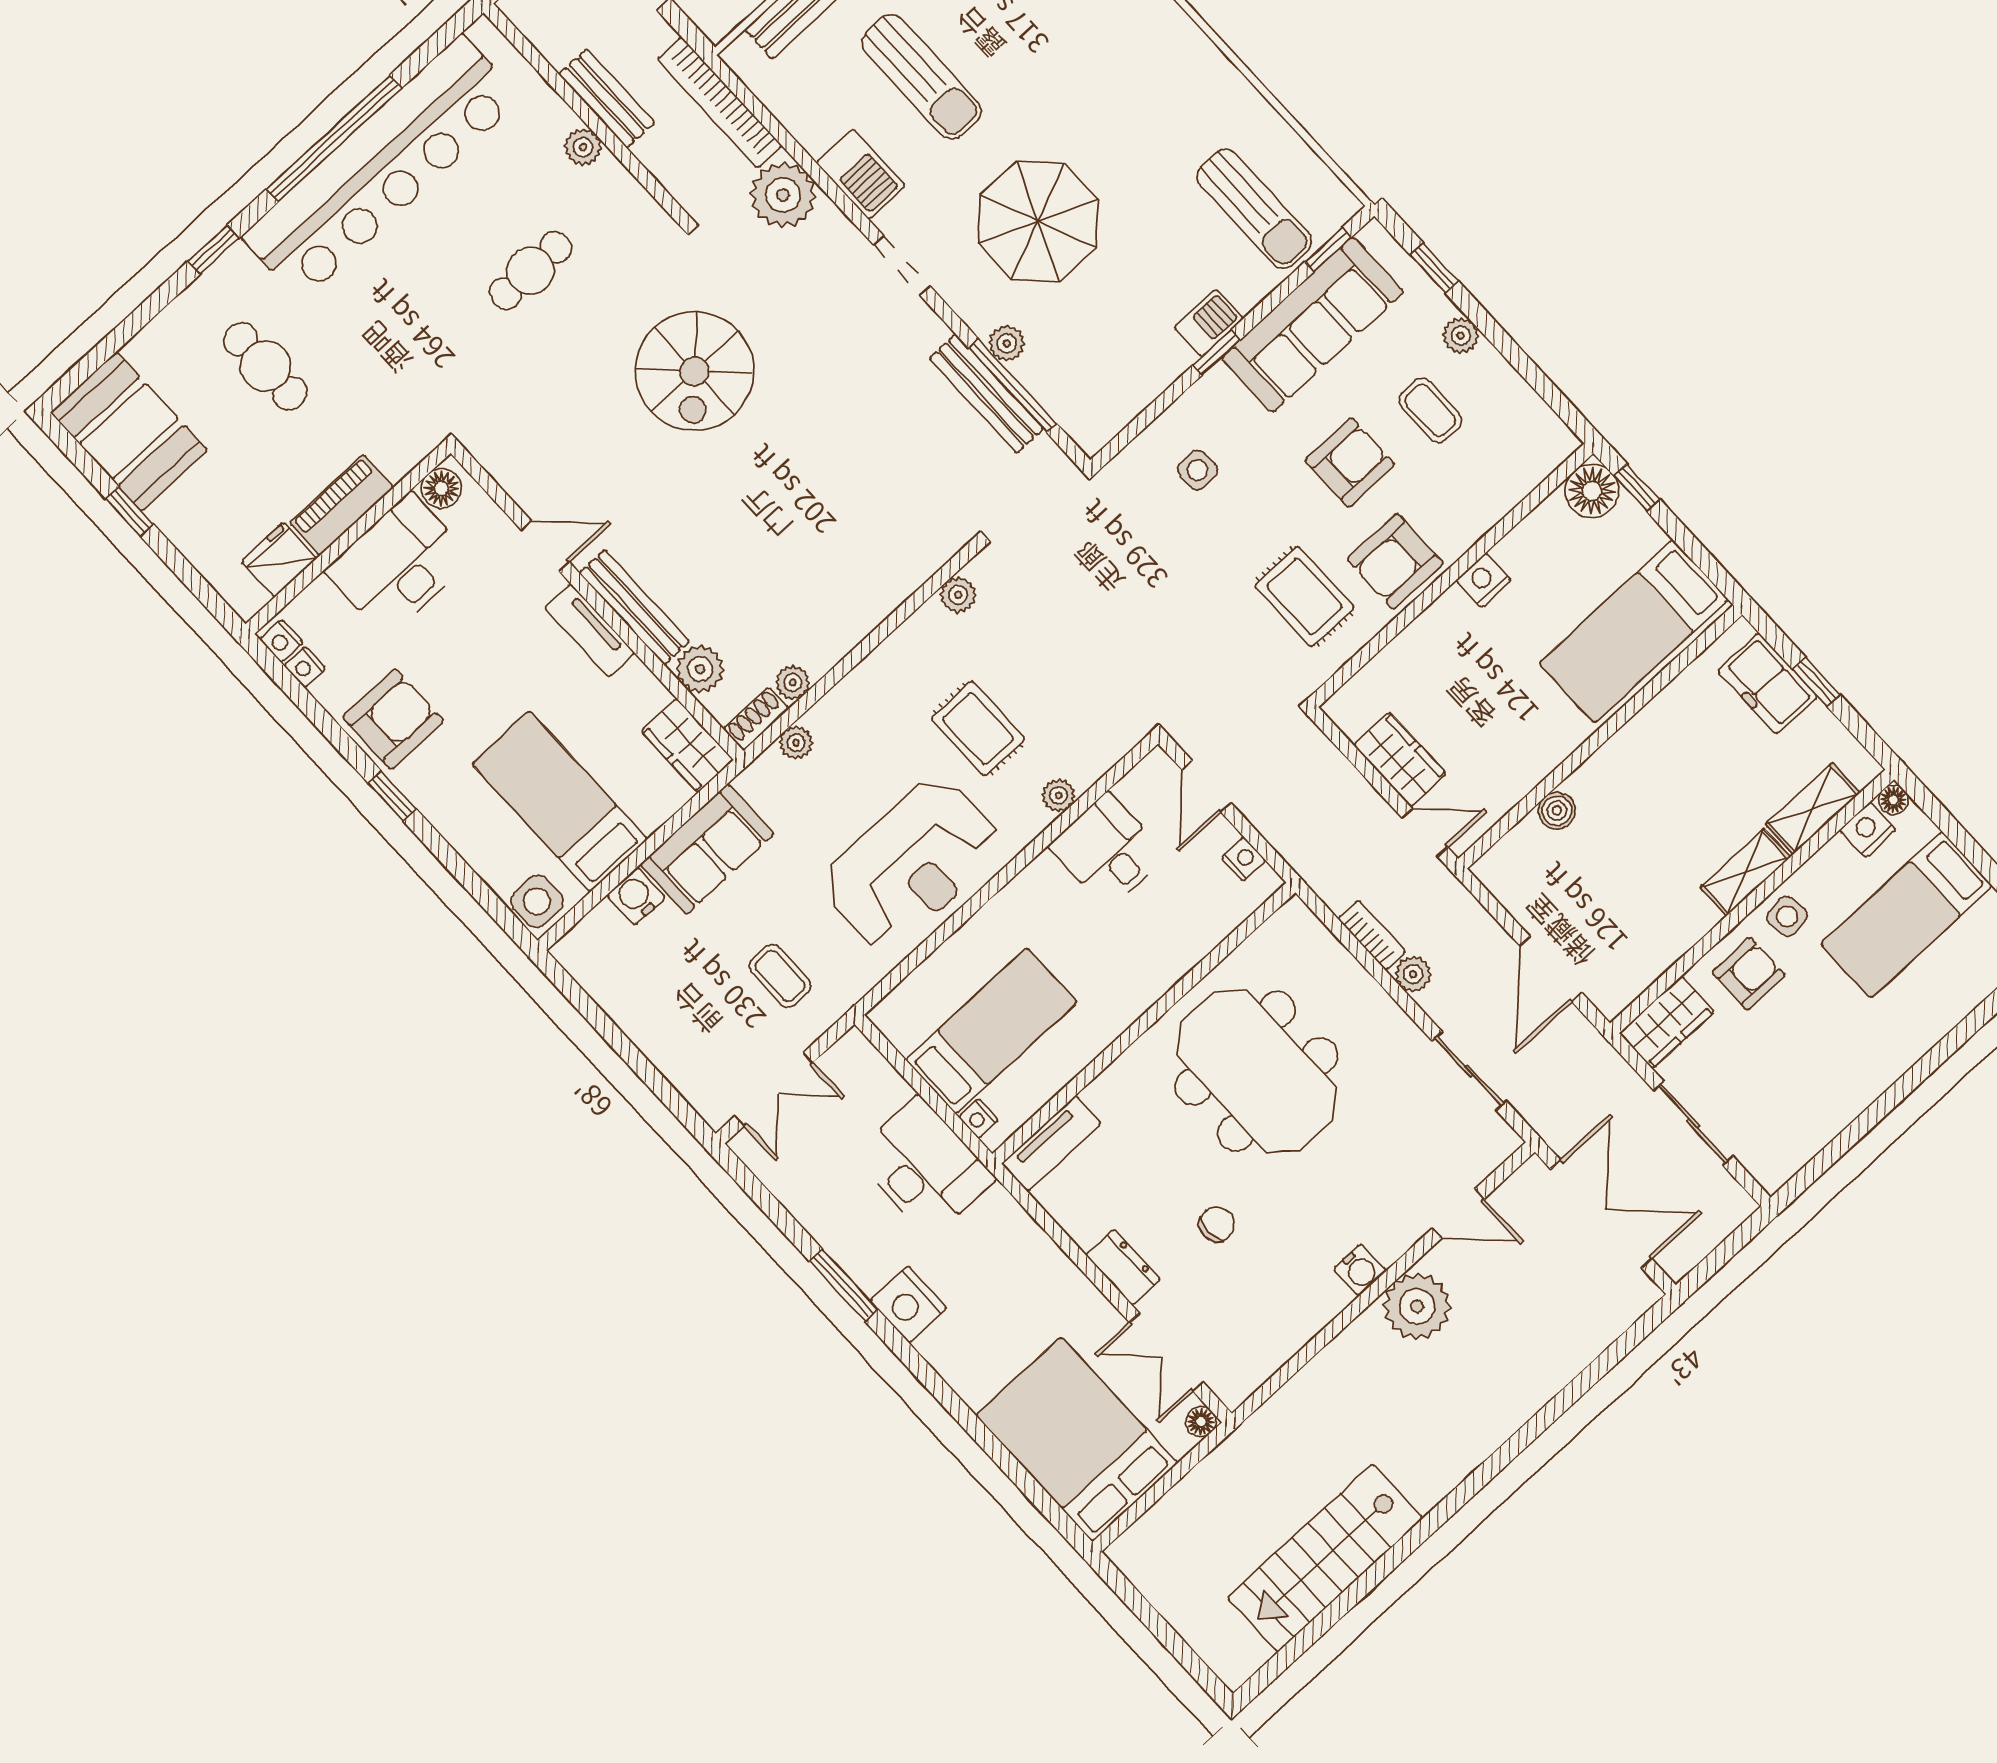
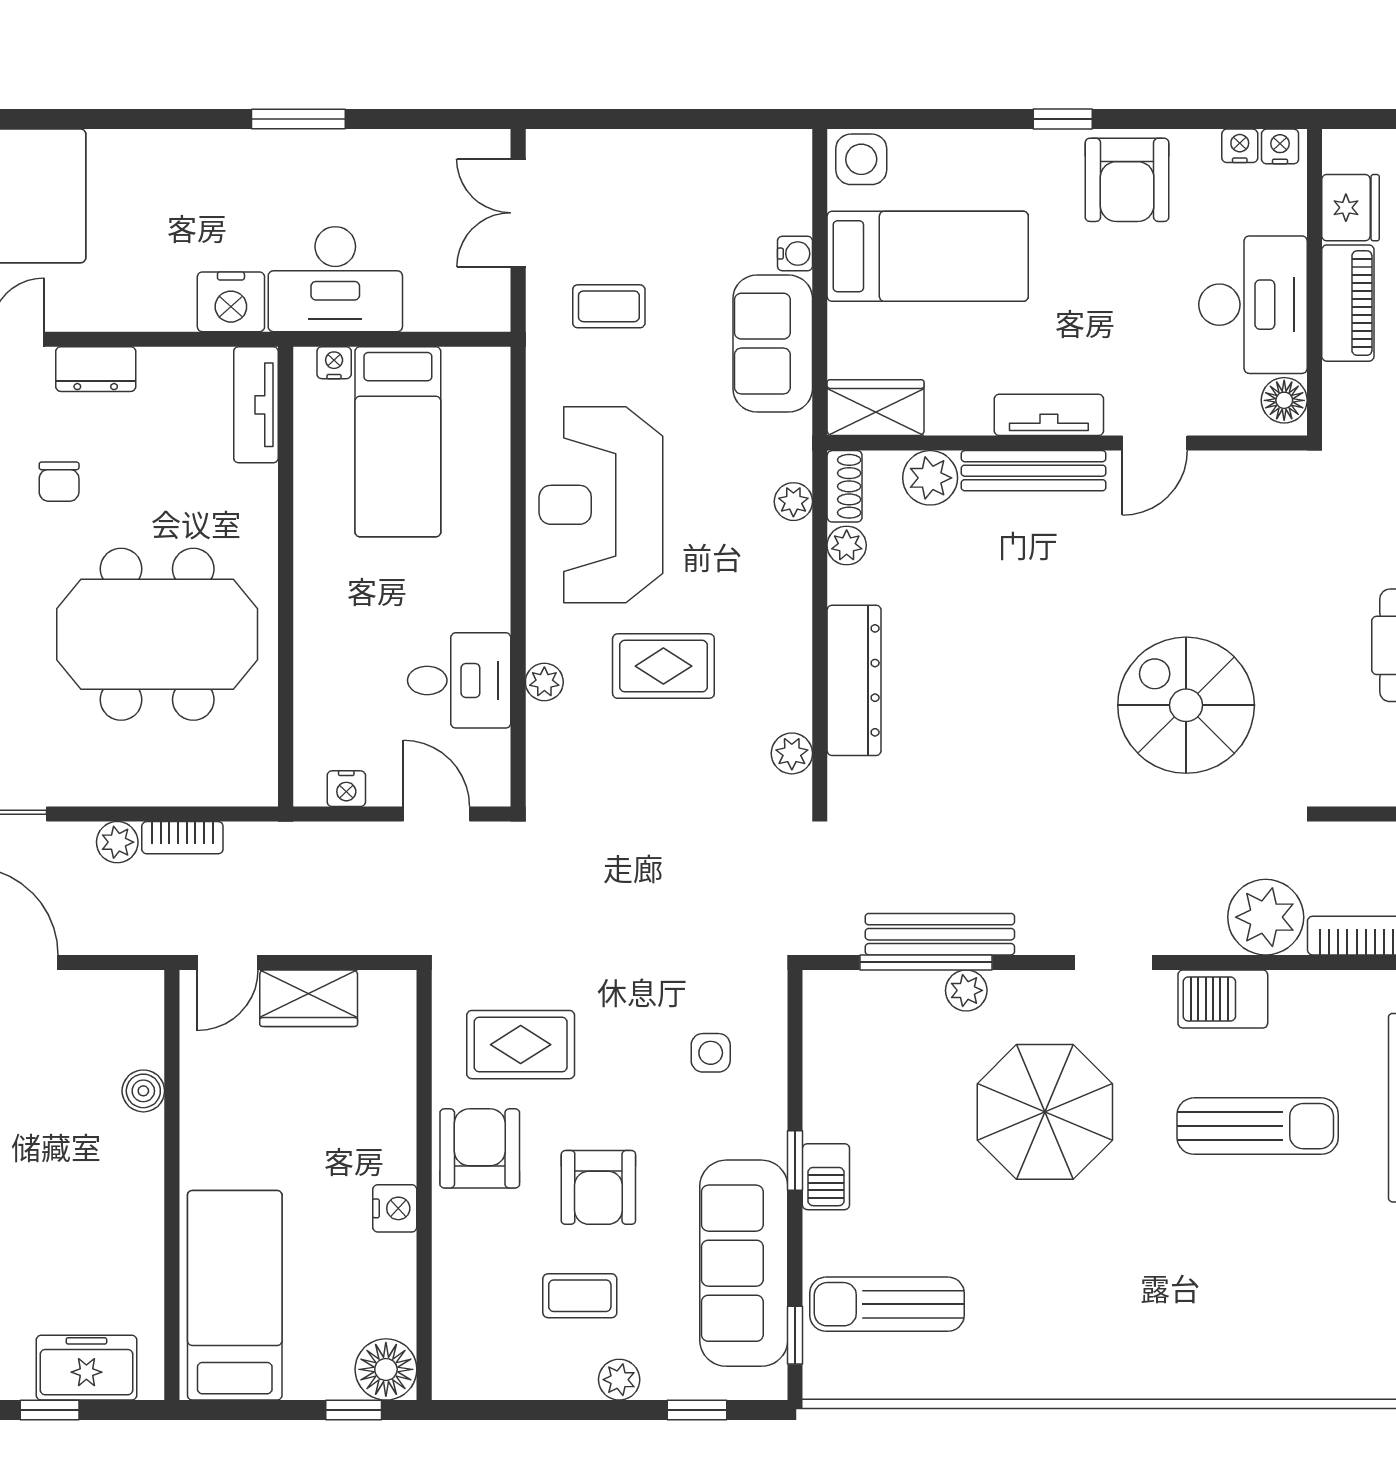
sun lounger: (921, 77) -> (1258, 1126), turned 180
dresser: (875, 598) -> (854, 680), added
water cooler: (636, 896) -> (795, 254), width x0.72, depth x0.72
nightstand: (908, 1304) -> (231, 302), moved, turned 180

